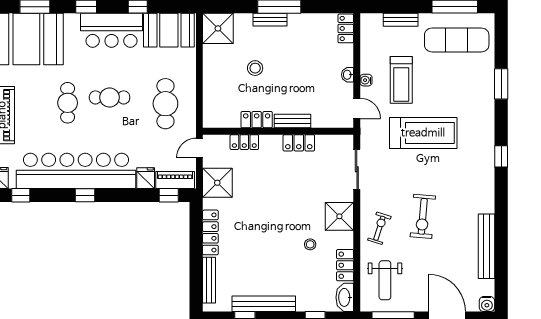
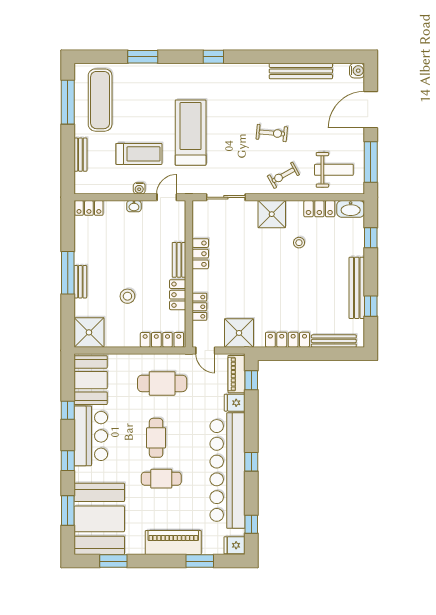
locker: (210, 104) -> (162, 340), added
exercise bike: (423, 216) -> (272, 133), width x0.73, depth x0.72
exercise bike: (379, 228) -> (283, 175), turned -47

